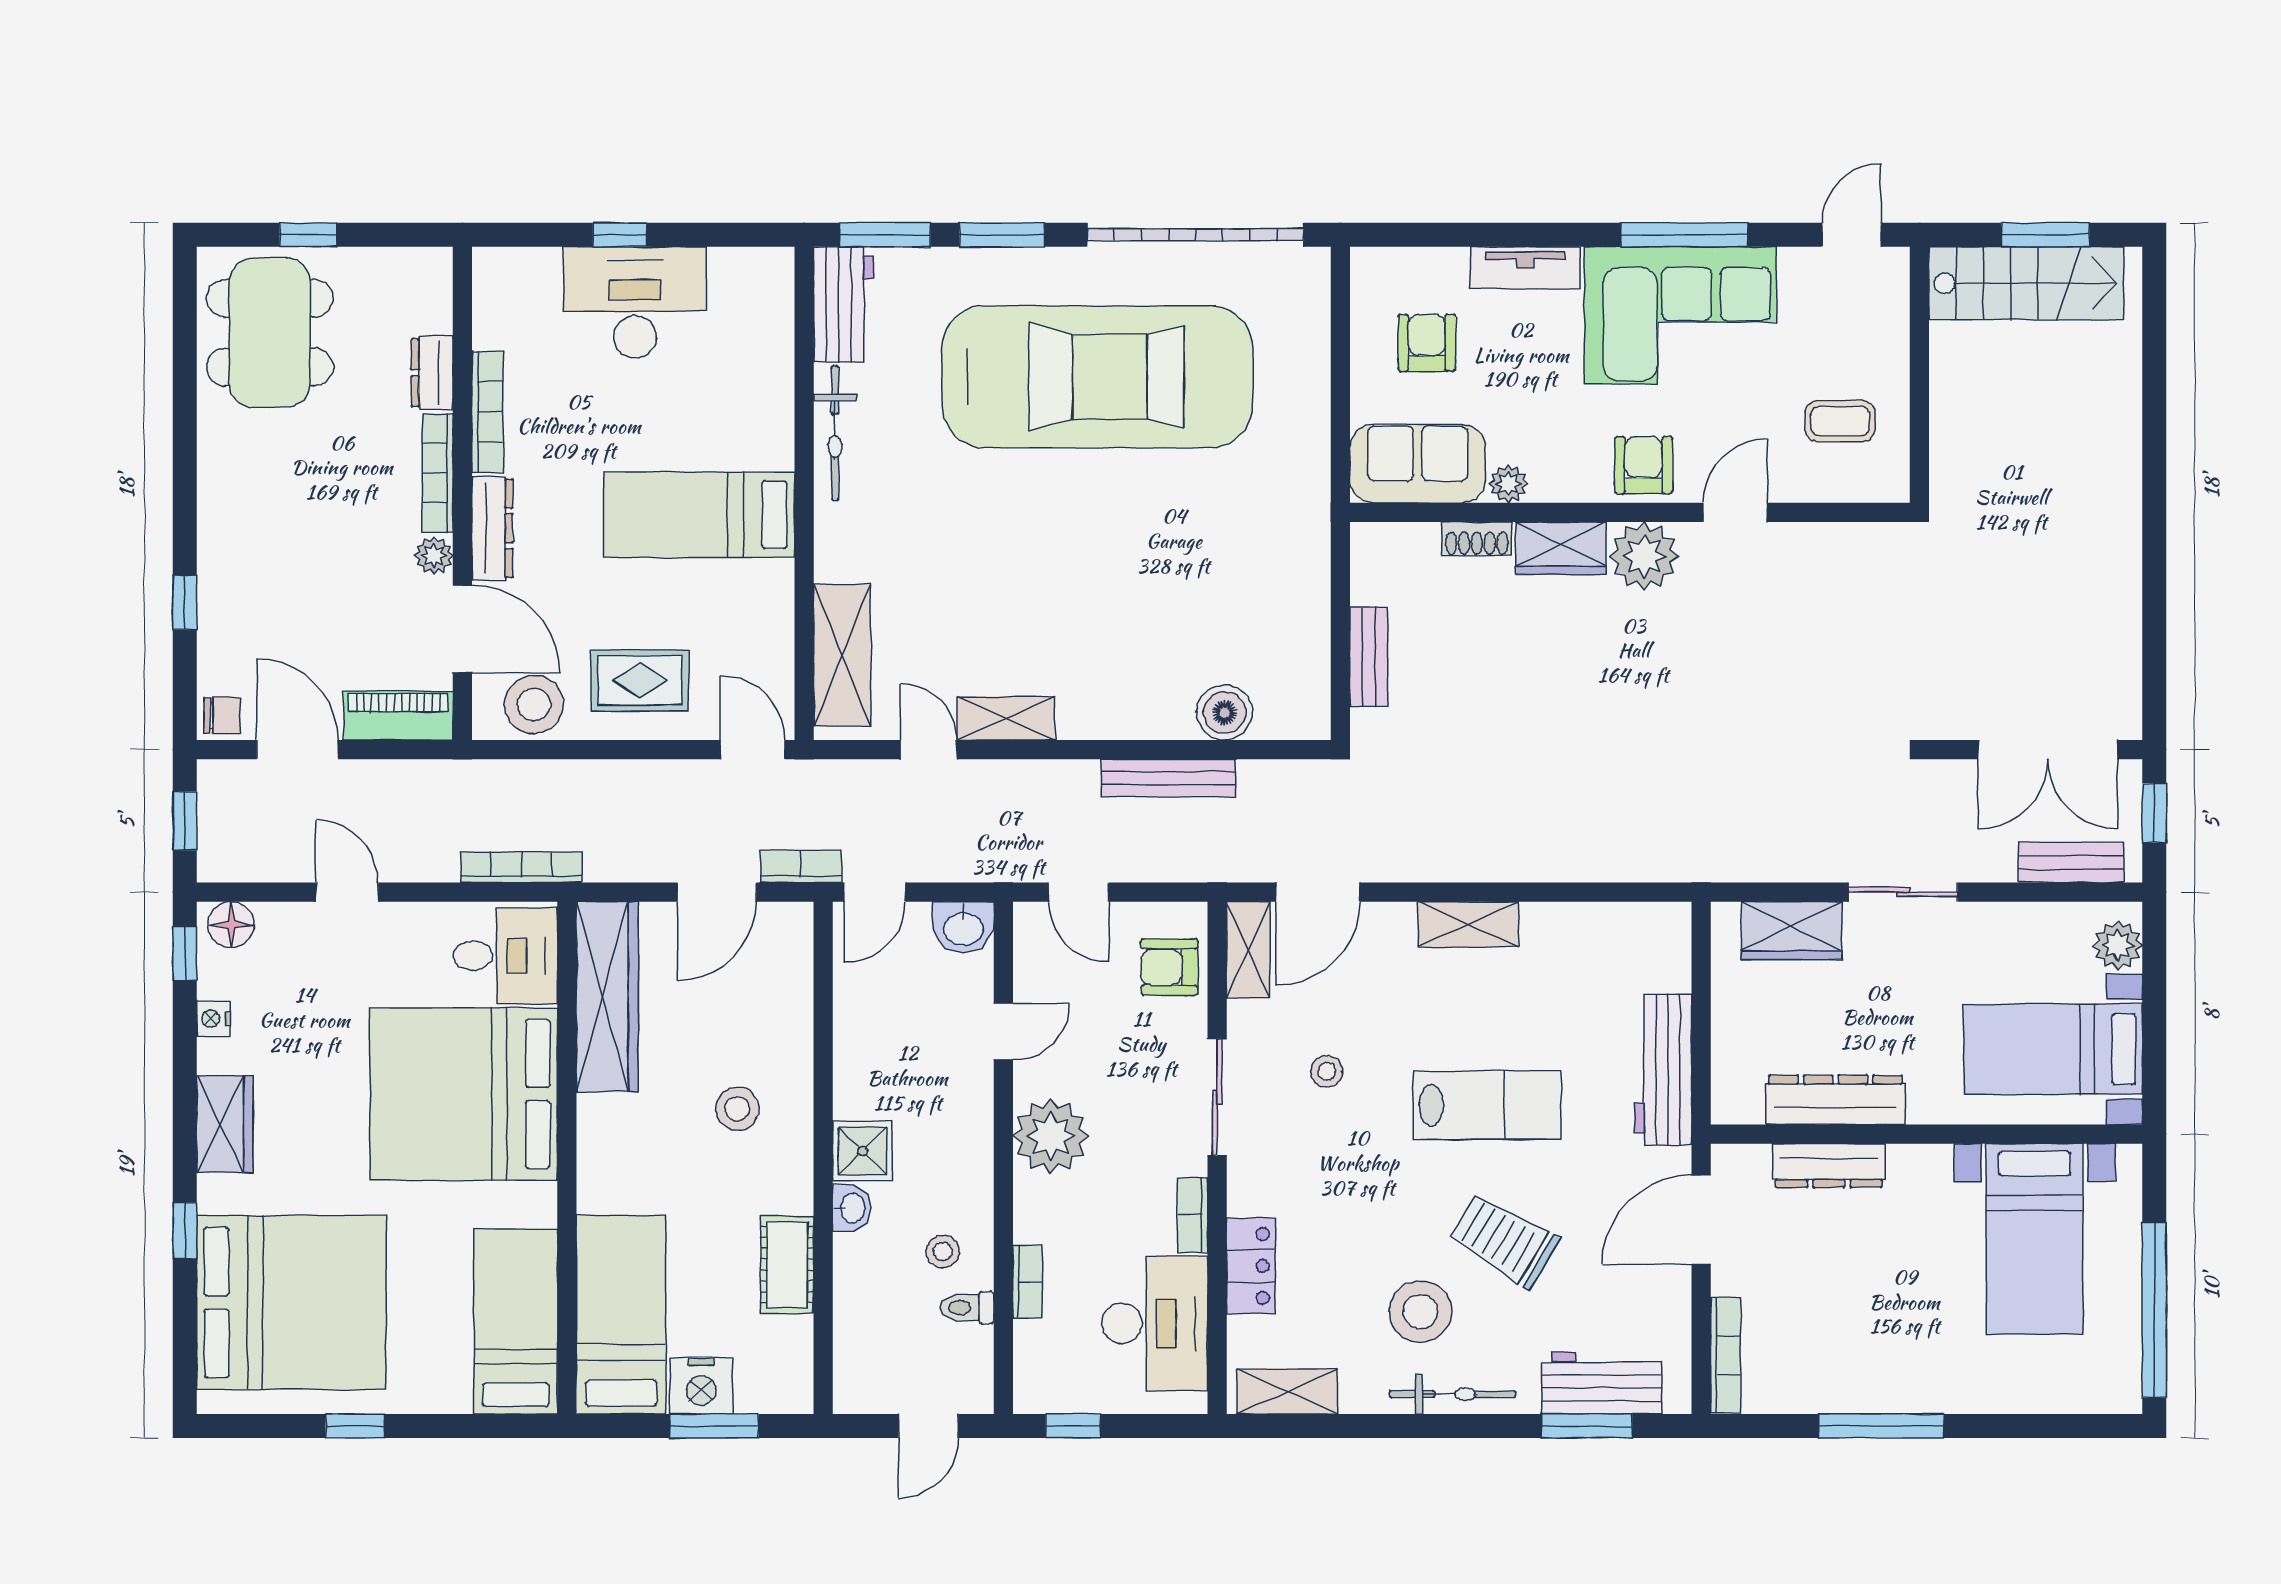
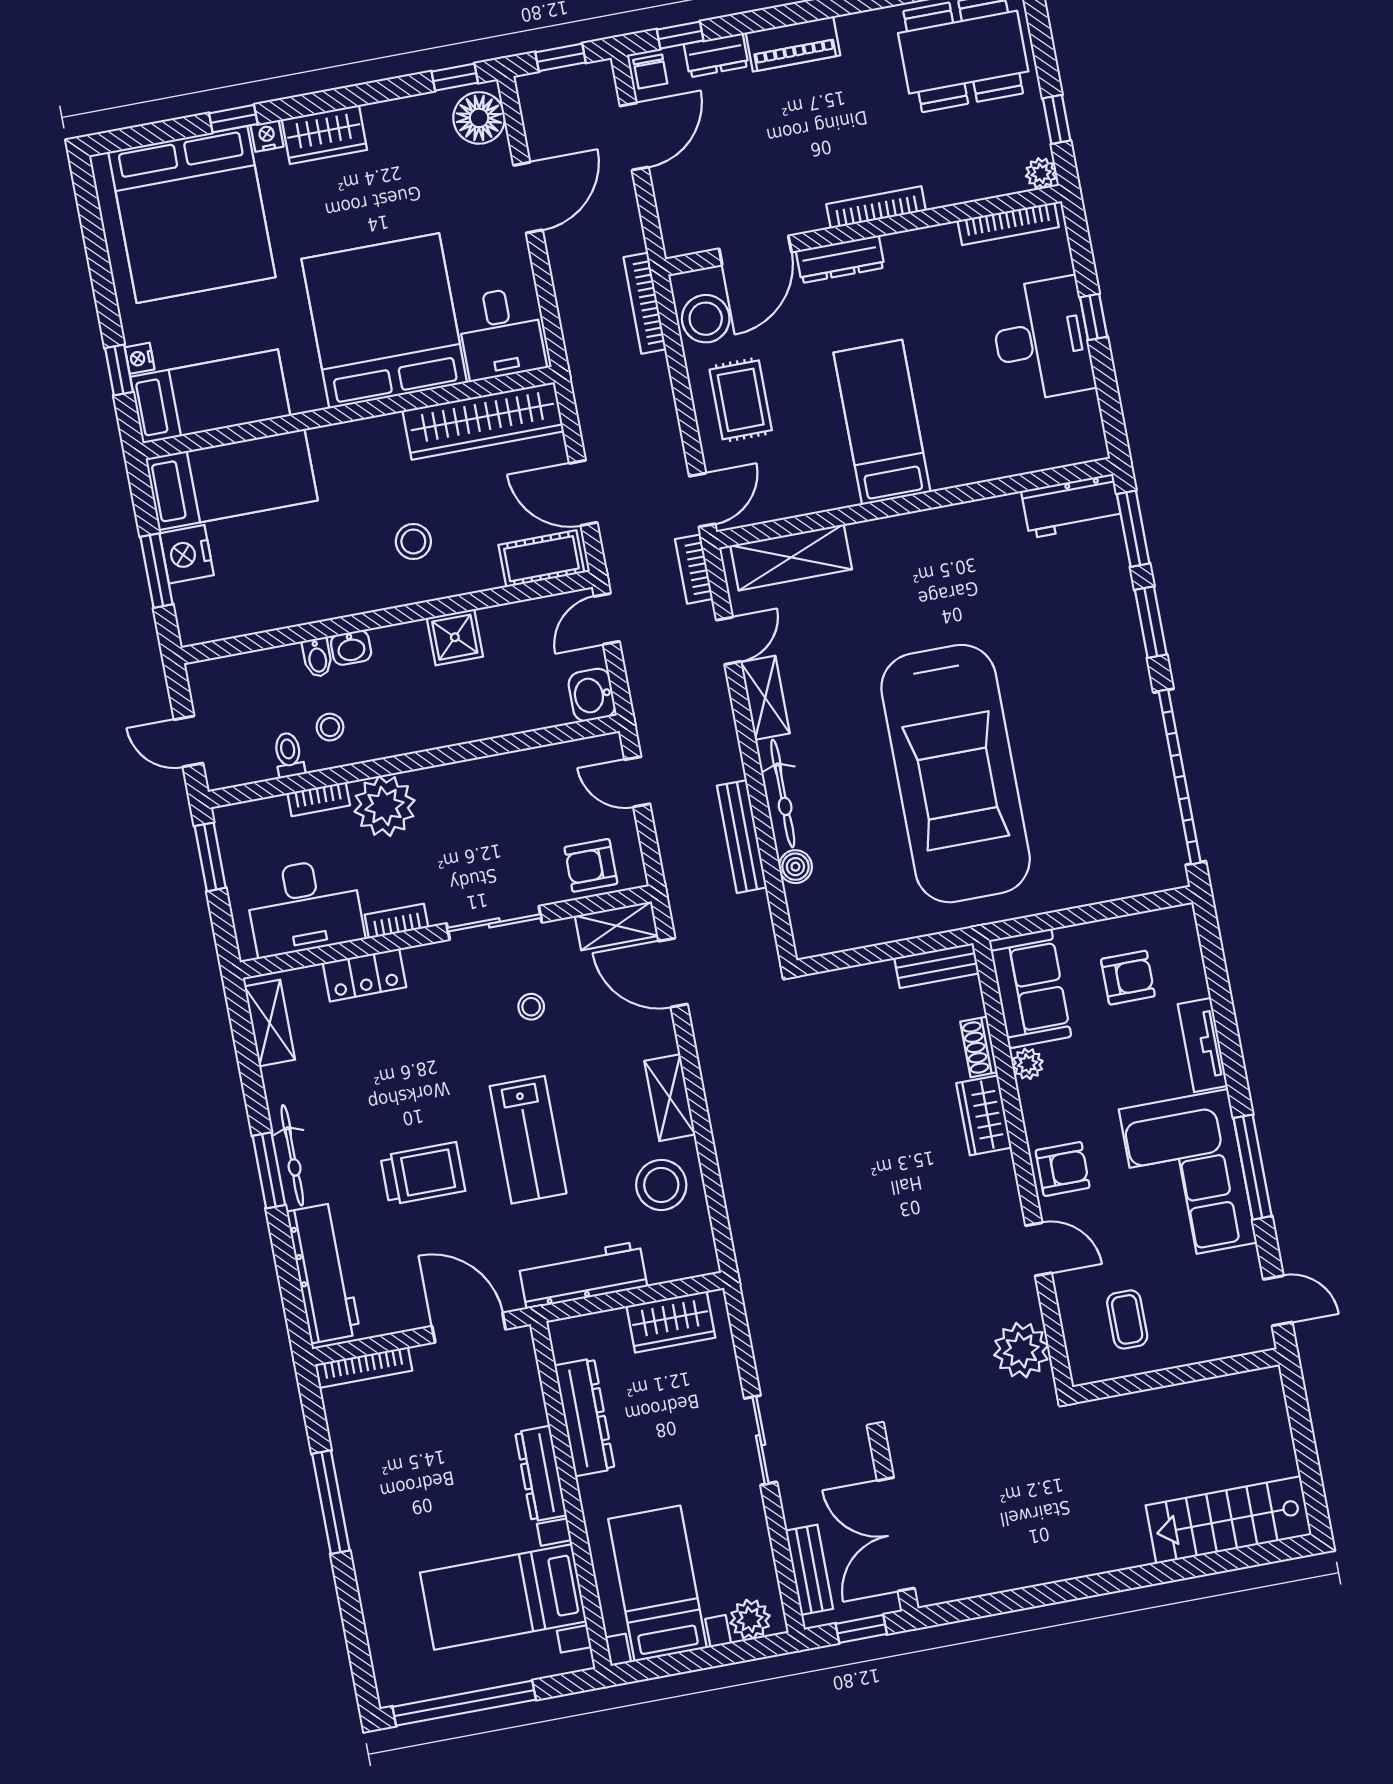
window: (308, 235) -> (1057, 119), moved
window: (2045, 235) -> (1307, 1455), removed
stairs: (2026, 283) -> (1229, 1520), moved, turned 90
dresser: (432, 373) -> (716, 55), moved, turned 180
car: (1097, 377) -> (956, 774), moved
bookcase: (487, 412) -> (1008, 224), moved
bicycle: (835, 433) -> (783, 793), moved, turned -90
plant: (434, 556) -> (1041, 173), moved
plant: (1644, 556) -> (1021, 1350), moved
window: (185, 603) -> (680, 35), moved
bench: (1369, 657) -> (937, 966), moved
boiler: (1225, 713) -> (795, 867), width x0.73, depth x0.73
piano: (398, 716) -> (793, 44), moved, turned 90
bookcase: (801, 866) -> (694, 569), moved, turned 180
bookcase: (522, 867) -> (645, 303), moved, turned 180
door: (347, 892) -> (528, 198), width x1.38
door: (875, 892) -> (607, 619), hinge flipped
door: (1079, 892) -> (637, 782), hinge flipped
floor lamp: (231, 925) -> (479, 118), width x1.38, depth x1.38
wardrobe: (1792, 931) -> (671, 1322), moved, turned -90
armchair: (1169, 967) -> (591, 865), turned -90
nightstand: (213, 1019) -> (267, 136), moved
door: (1003, 1031) -> (515, 743), removed
plant: (1051, 1136) -> (385, 806), moved
shower: (862, 1151) -> (455, 637), moved
dresser: (1829, 1166) -> (541, 1474), moved
trolley: (1504, 1240) -> (423, 1174), turned 59
bidet: (856, 1251) -> (317, 657), added
cot: (787, 1265) -> (541, 559), moved
stool: (1421, 1311) -> (661, 1185), moved
workbench: (1602, 1383) -> (323, 1273), width x1.38
nightstand: (454, 1398) -> (140, 358), added
window: (355, 1426) -> (119, 370), moved
window: (1073, 1426) -> (210, 857), width x1.50
window: (1587, 1426) -> (269, 1170), moved

